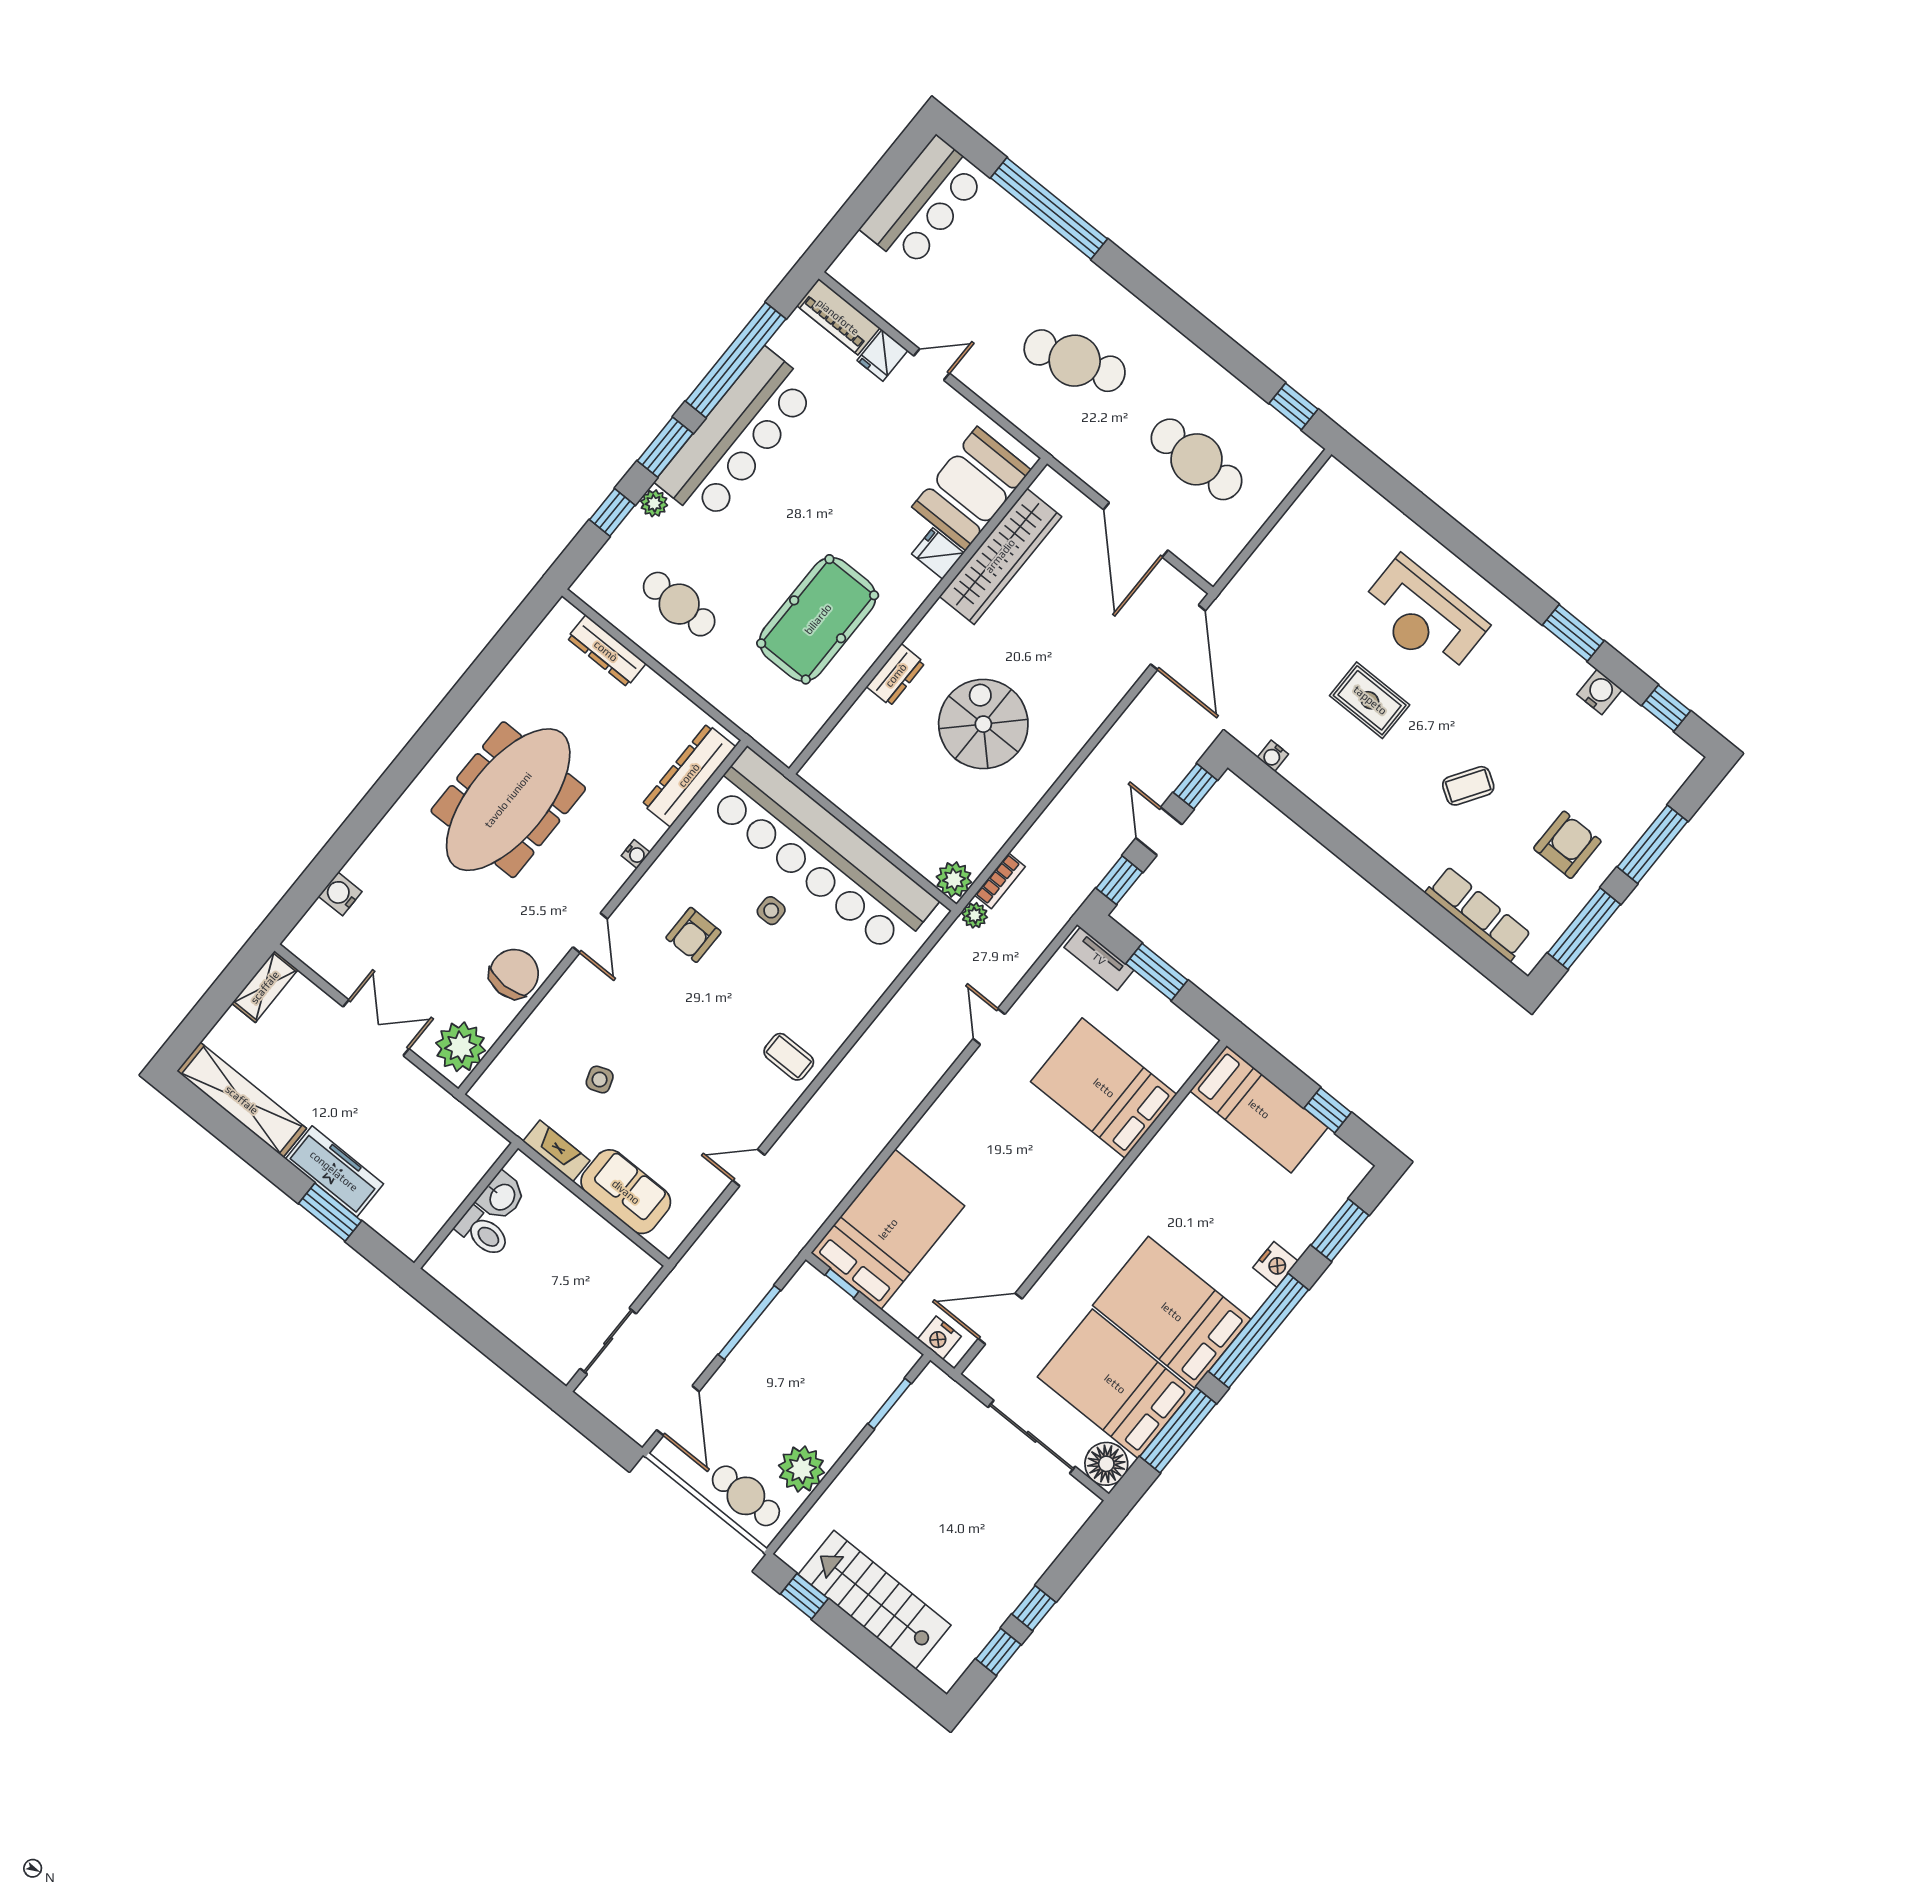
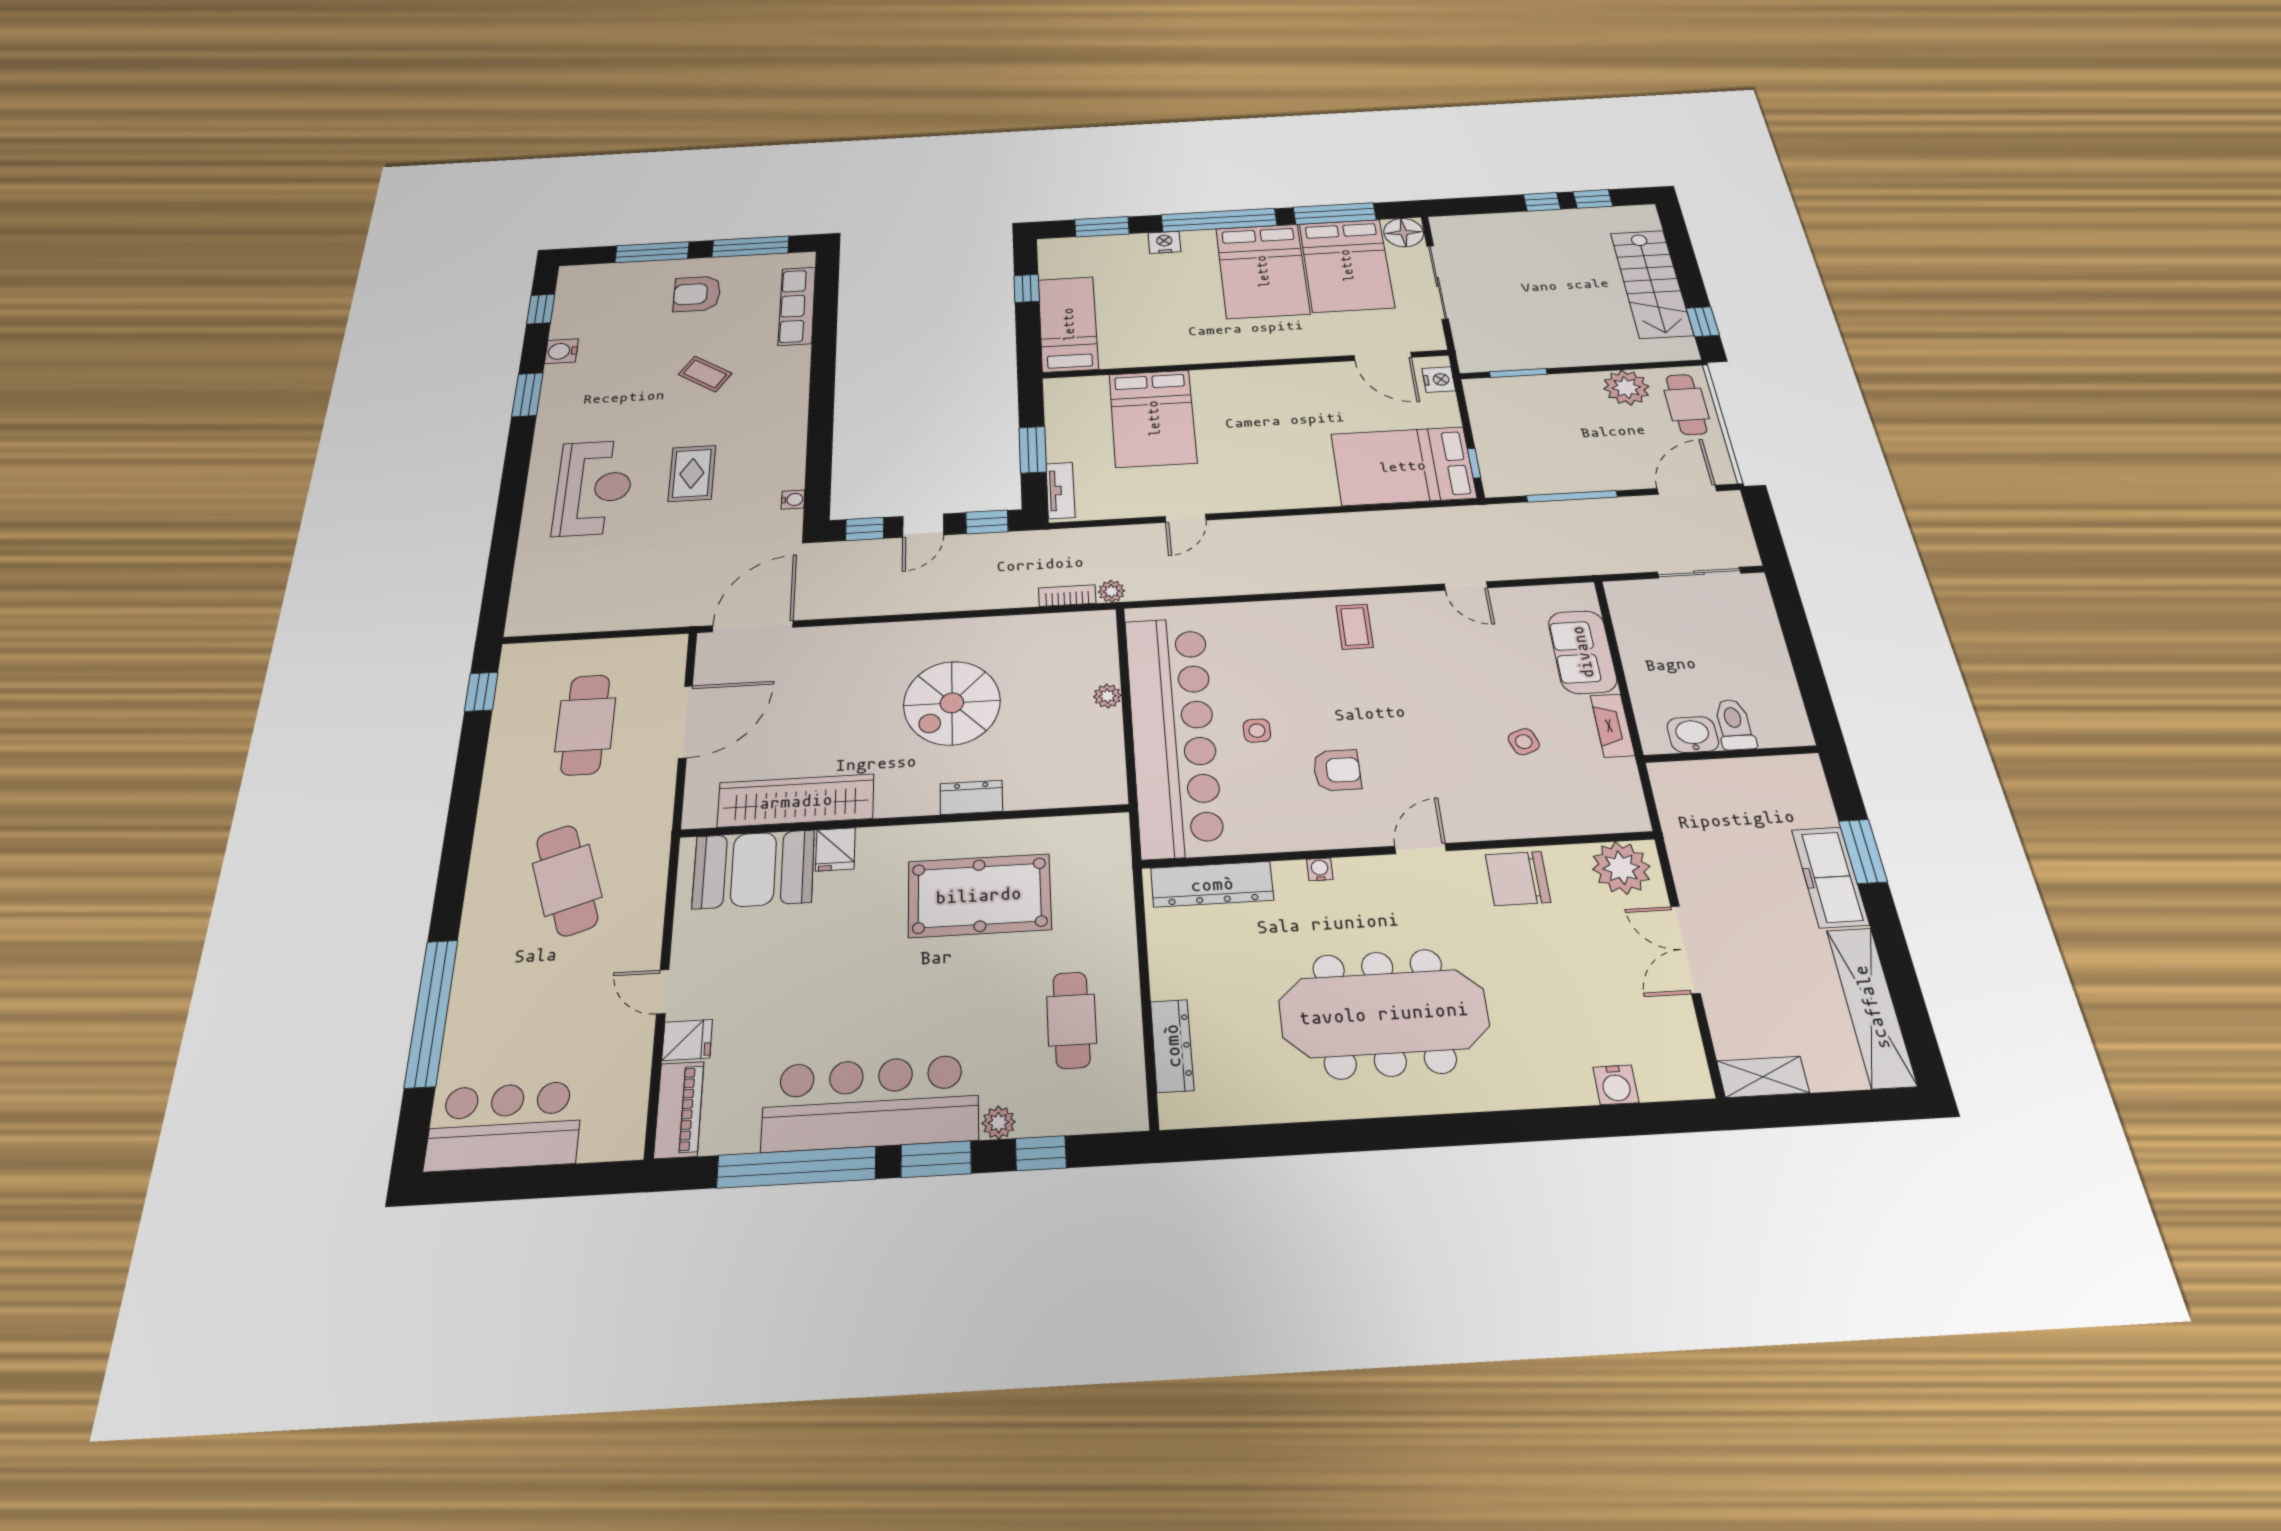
plant: (954, 880) -> (1107, 696), moved, width x0.73, depth x0.73

